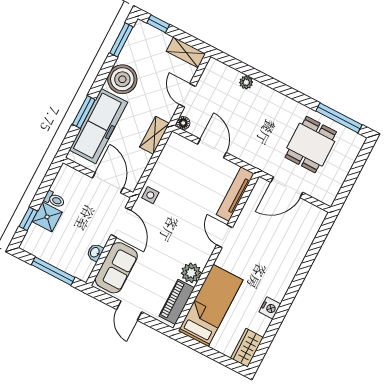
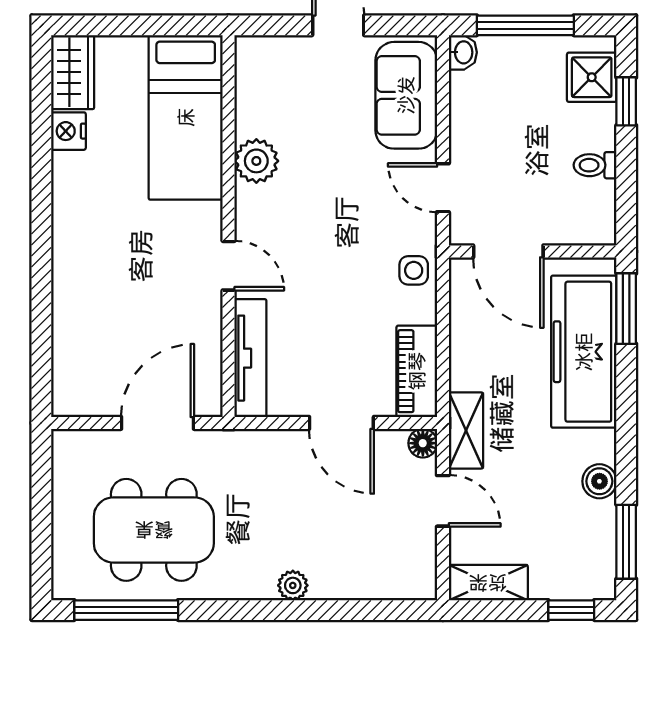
boiler: (122, 79) -> (599, 481), width x0.54, depth x0.54
plant: (246, 82) -> (293, 585), moved
window: (84, 112) -> (626, 309), moved
shelving: (155, 135) -> (466, 430), moved
dining table: (311, 145) -> (154, 530), width x1.38
shower: (47, 217) -> (592, 77), moved
door: (121, 222) -> (443, 188), width x0.73
washbasin: (95, 252) -> (463, 52), moved
piano: (177, 302) -> (417, 371), moved, turned 180
nightstand: (270, 308) -> (68, 131), moved

